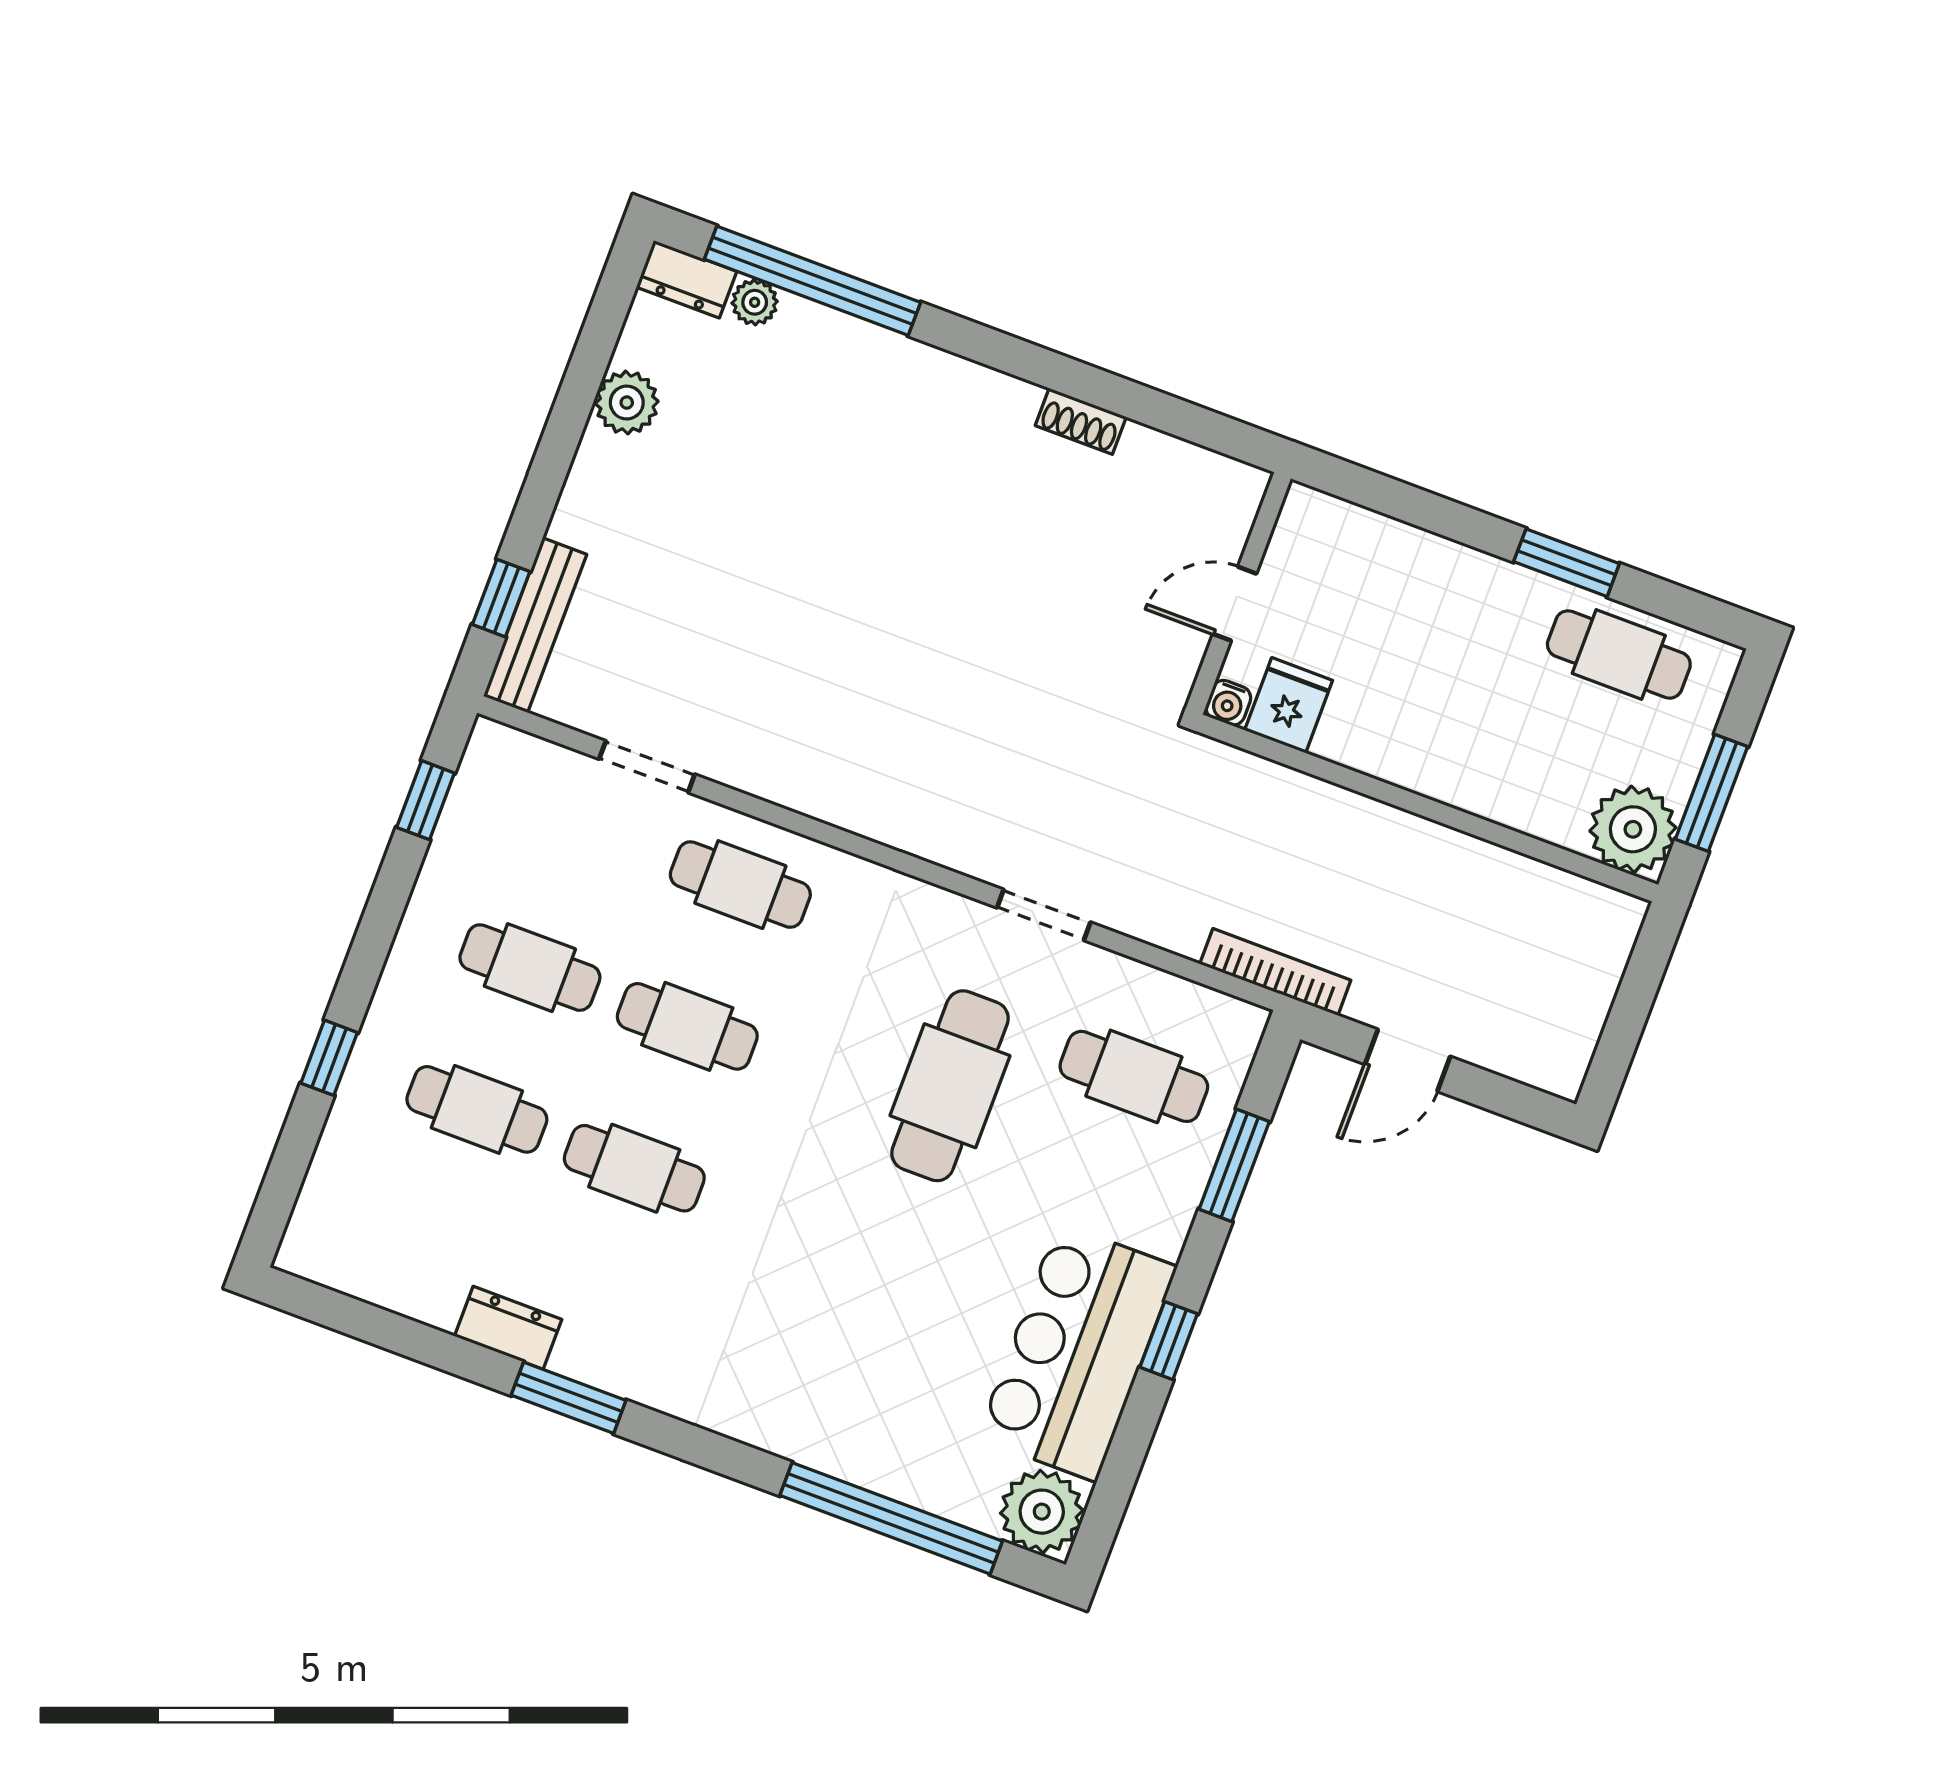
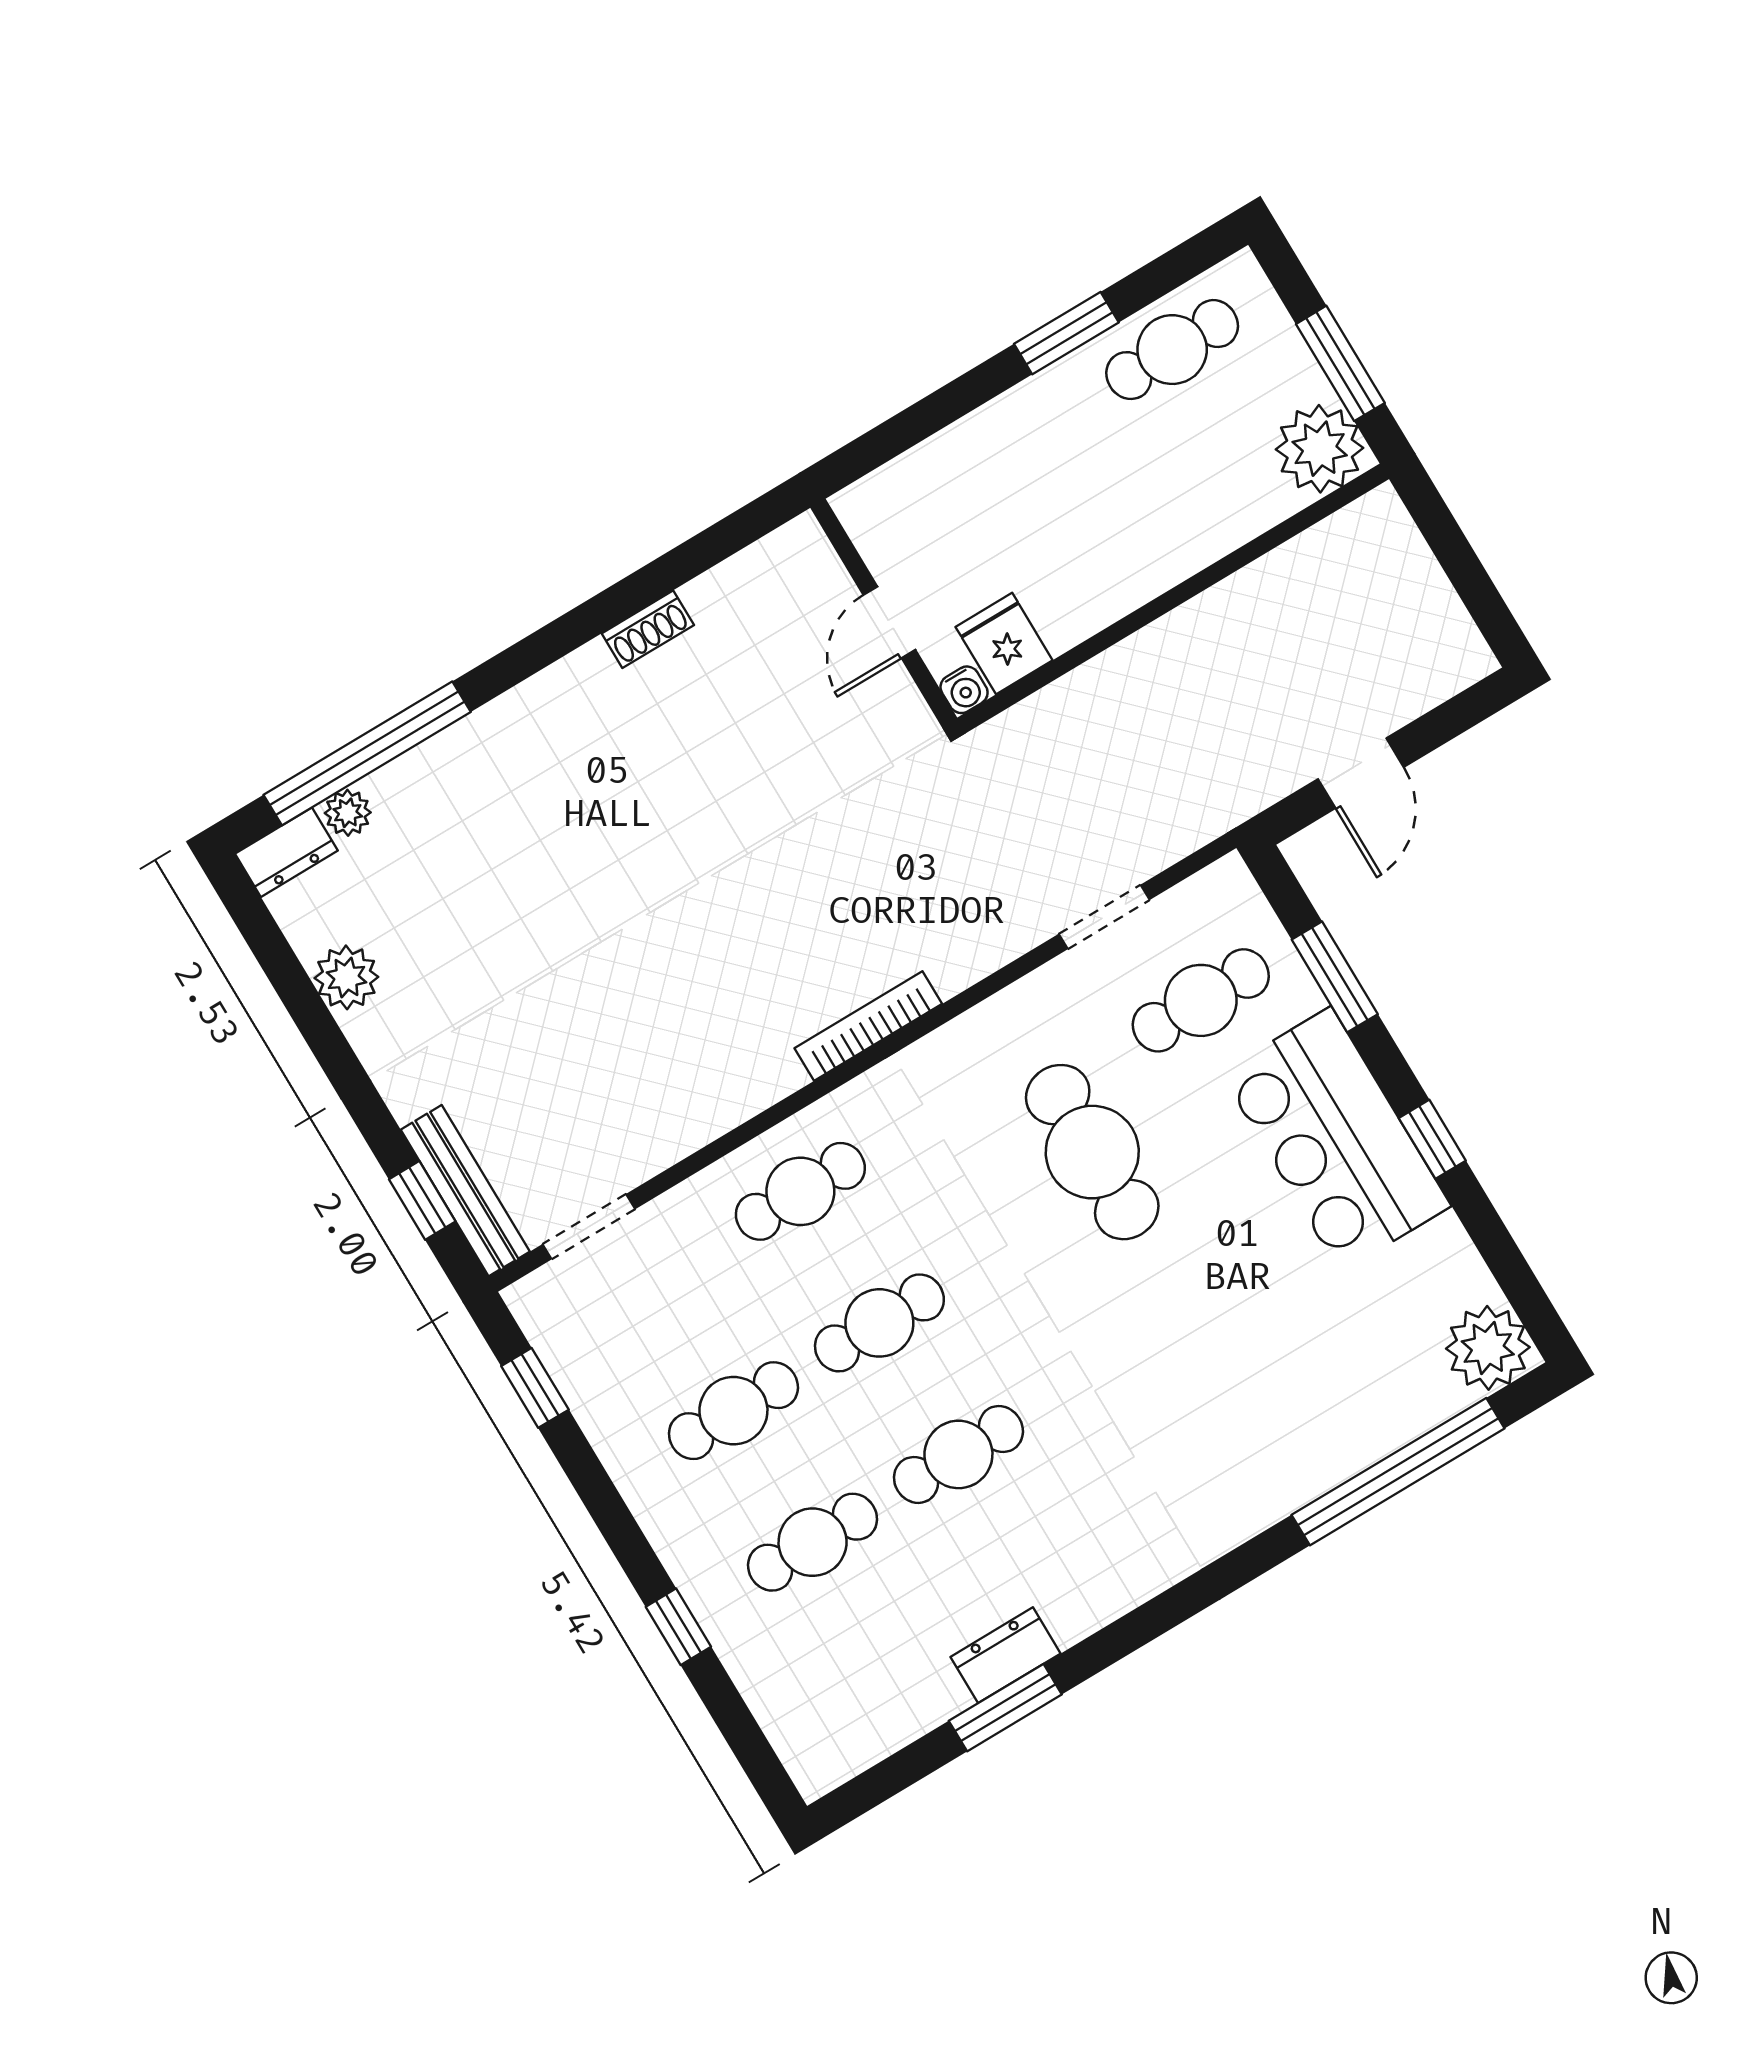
doorway: (647, 767) -> (589, 1227), moved
doorway: (1044, 915) -> (1104, 917), moved
bookcase: (1275, 972) -> (868, 1026), moved
bar counter: (1077, 1352) -> (1336, 1139), moved
window: (569, 1398) -> (1005, 1708), moved

